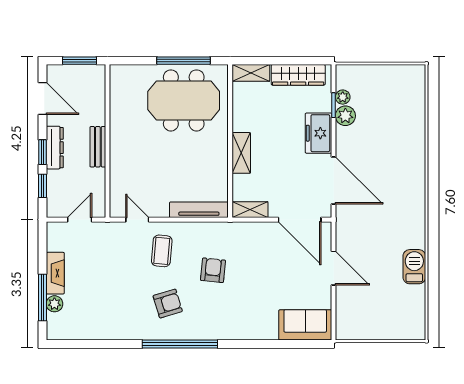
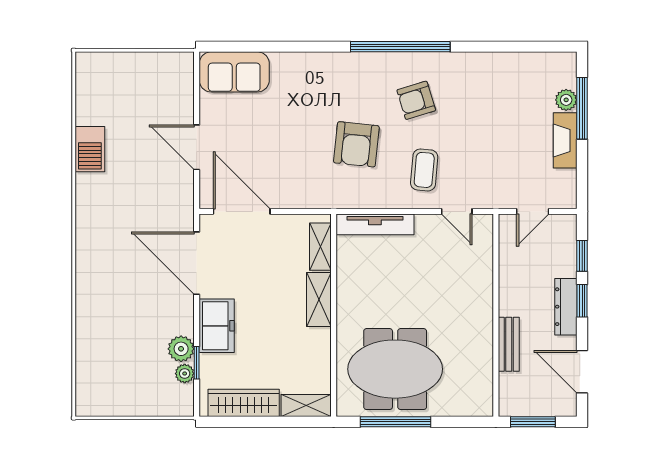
bench: (98, 147) -> (509, 344), moved
shelving: (250, 210) -> (320, 247), moved, turned 90
armchair: (213, 270) -> (356, 144), width x1.38, depth x1.38

